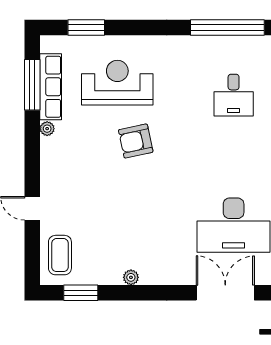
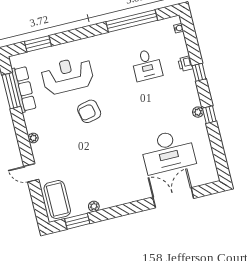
plant: (47, 129) -> (33, 138), moved
coffee table: (60, 255) -> (57, 200), width x1.36, depth x1.32
plant: (131, 277) -> (94, 206), moved

